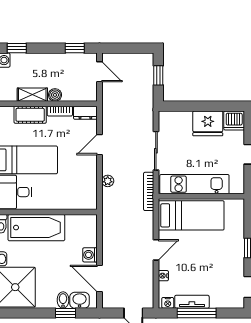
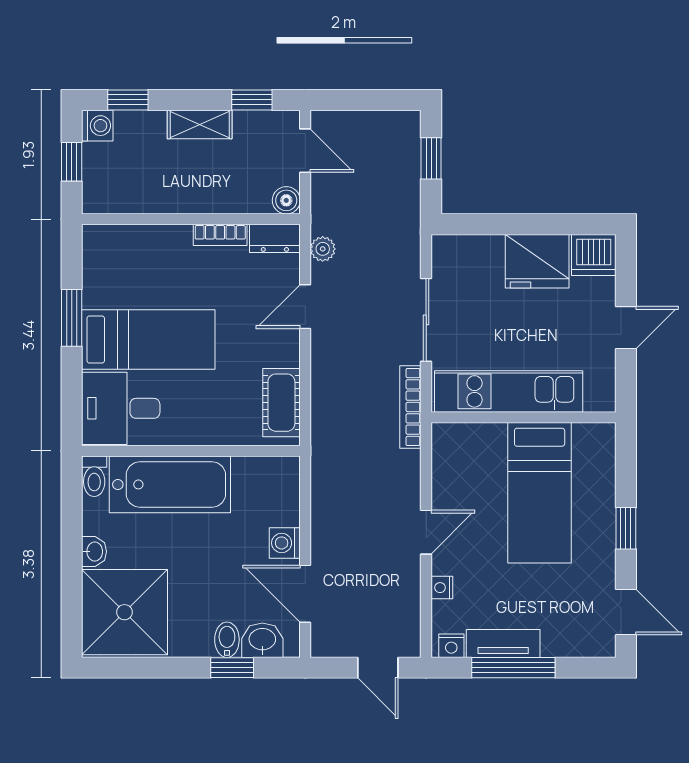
shelving: (32, 95) -> (200, 124), moved
boiler: (55, 95) -> (286, 200), moved
cot: (30, 115) -> (281, 403), moved, turned 90
plant: (108, 181) -> (323, 249), moved
bed: (191, 215) -> (540, 493), moved, turned 90

